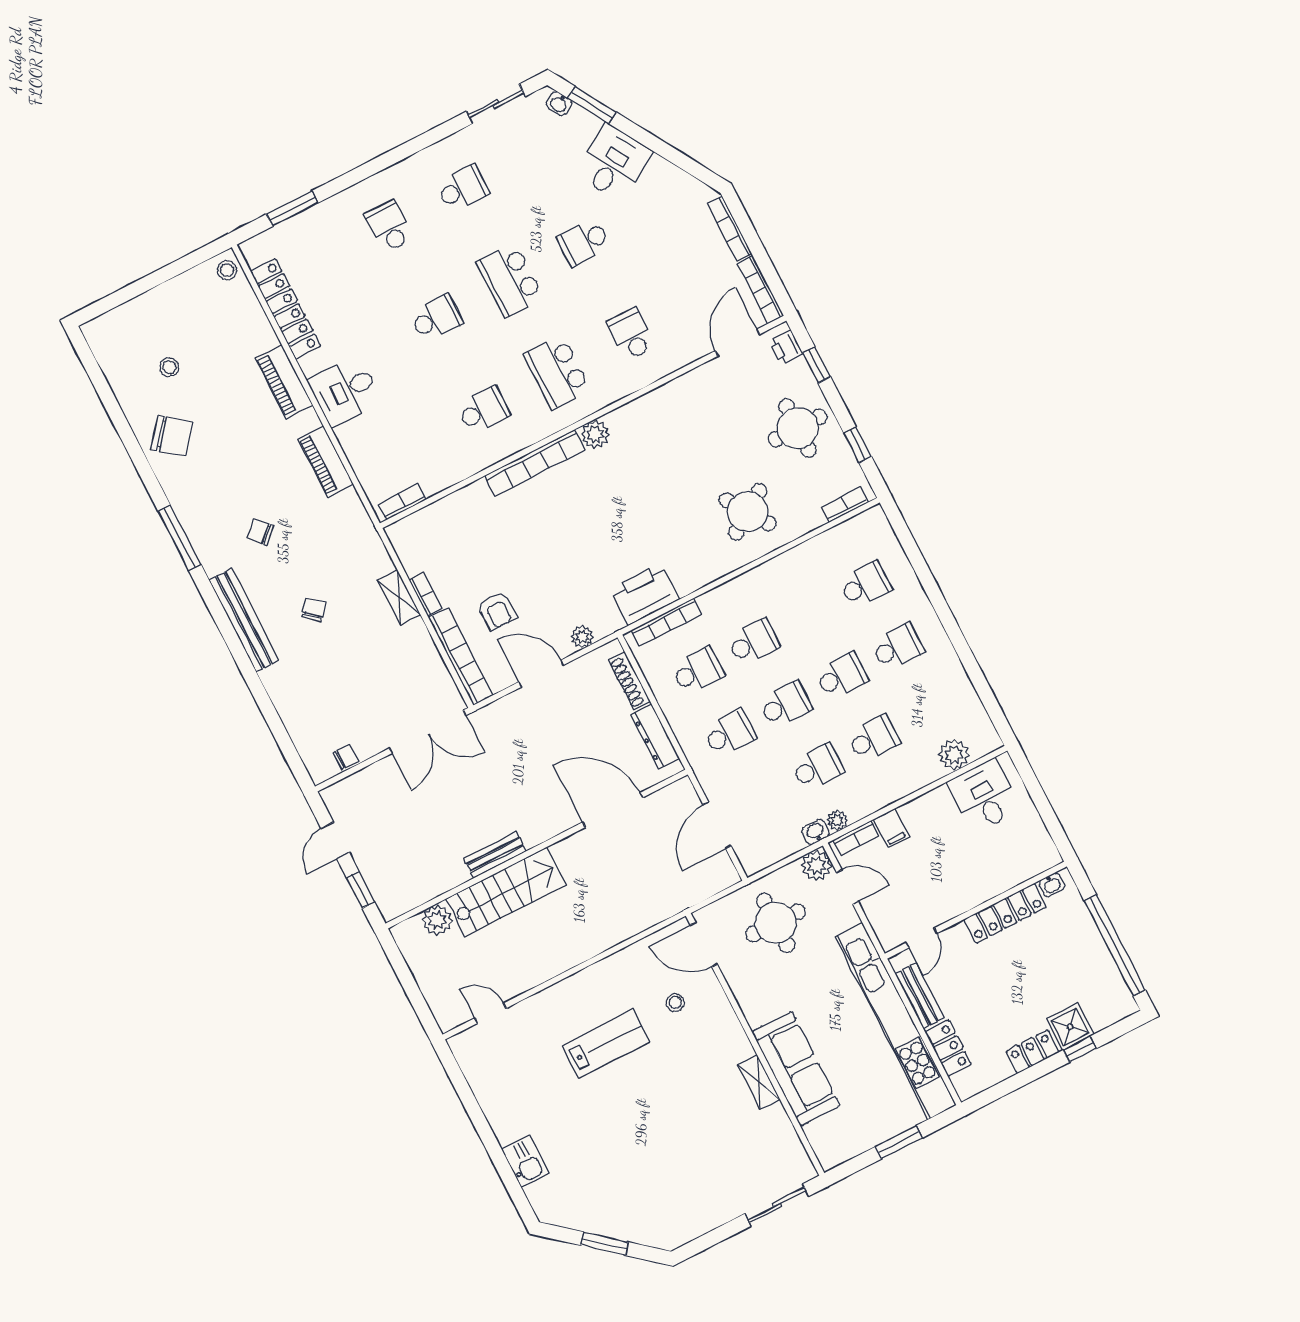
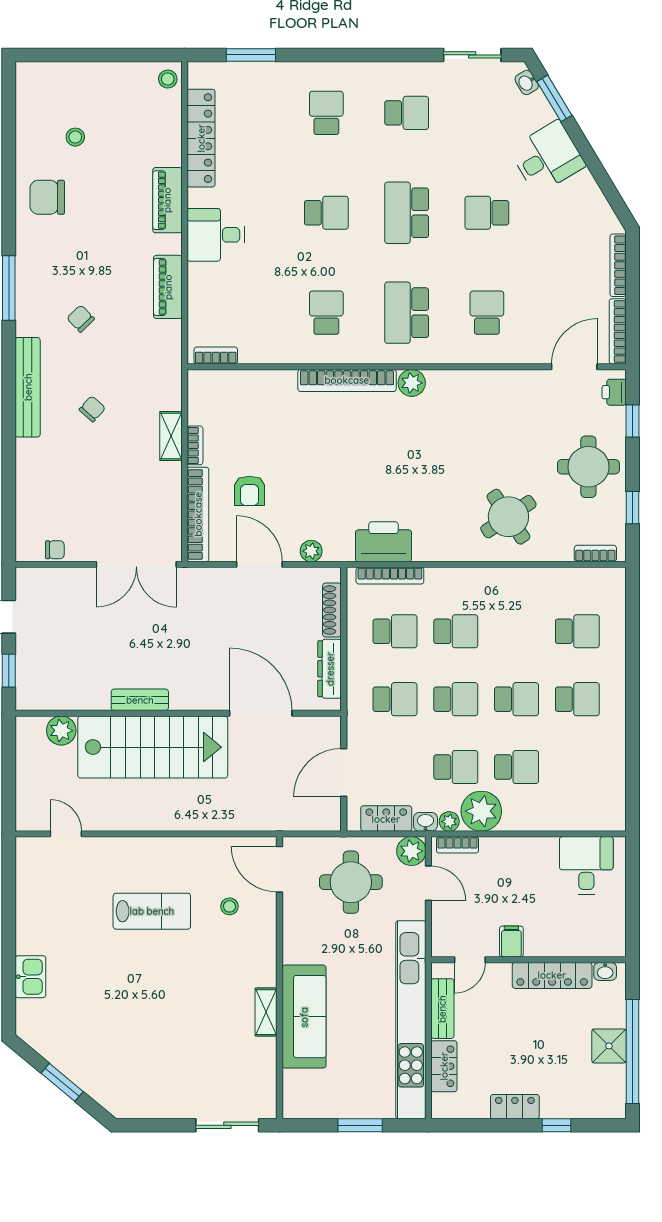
school desk: (484, 410) -> (326, 313), turned -90
chair: (172, 436) -> (47, 197), turned 142
plant: (954, 755) -> (481, 811), moved, width x1.36, depth x1.36
filing cabinet: (891, 828) -> (511, 942), moved, turned 180
locker: (778, 847) -> (386, 819), added
stairs: (506, 892) -> (153, 747), width x1.36, depth x1.51
shower: (1070, 1027) -> (609, 1046), moved

